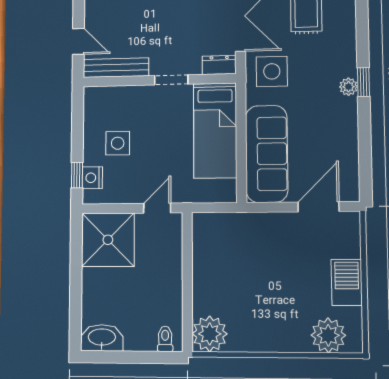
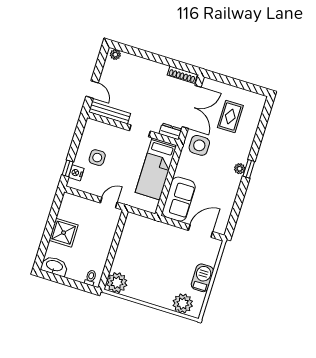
sofa: (267, 154) -> (179, 199), width x0.73
shower: (108, 240) -> (64, 233), moved, width x0.73, depth x0.73

